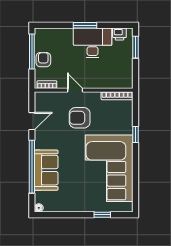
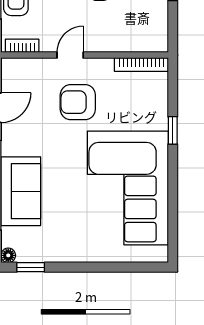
door: (75, 90) -> (70, 55), hinge flipped
window: (102, 215) -> (31, 267), moved

